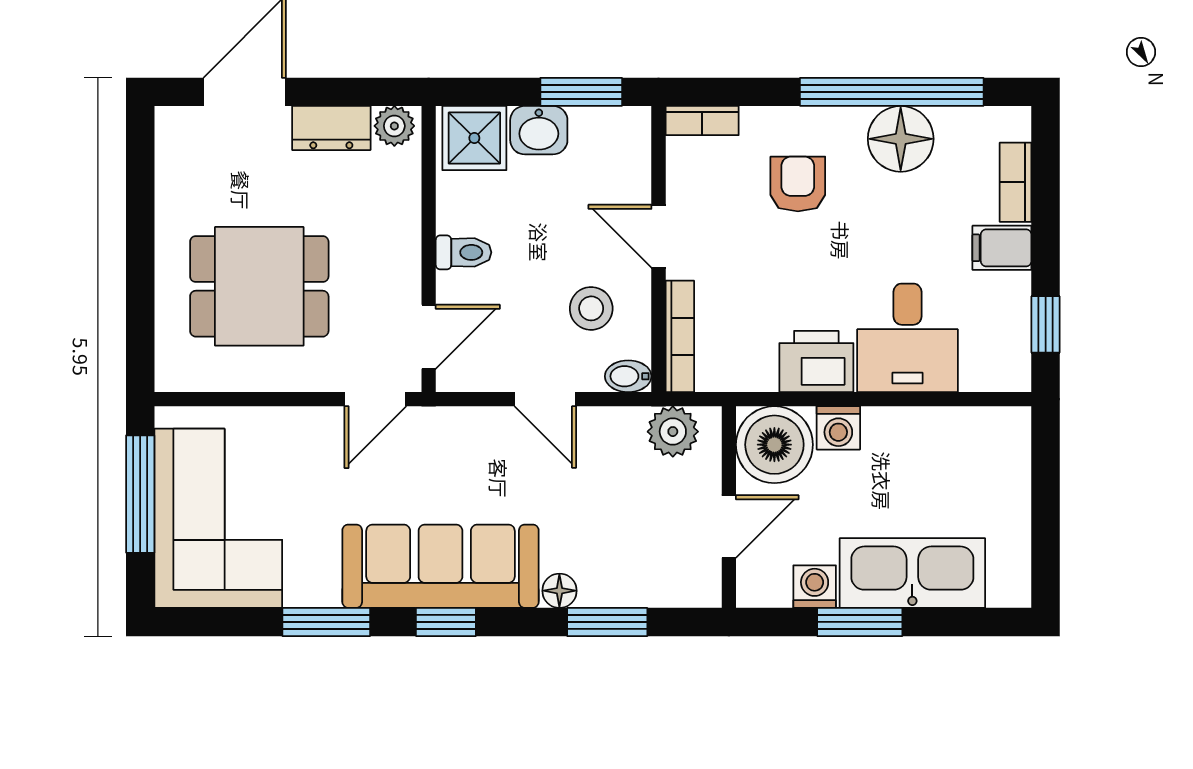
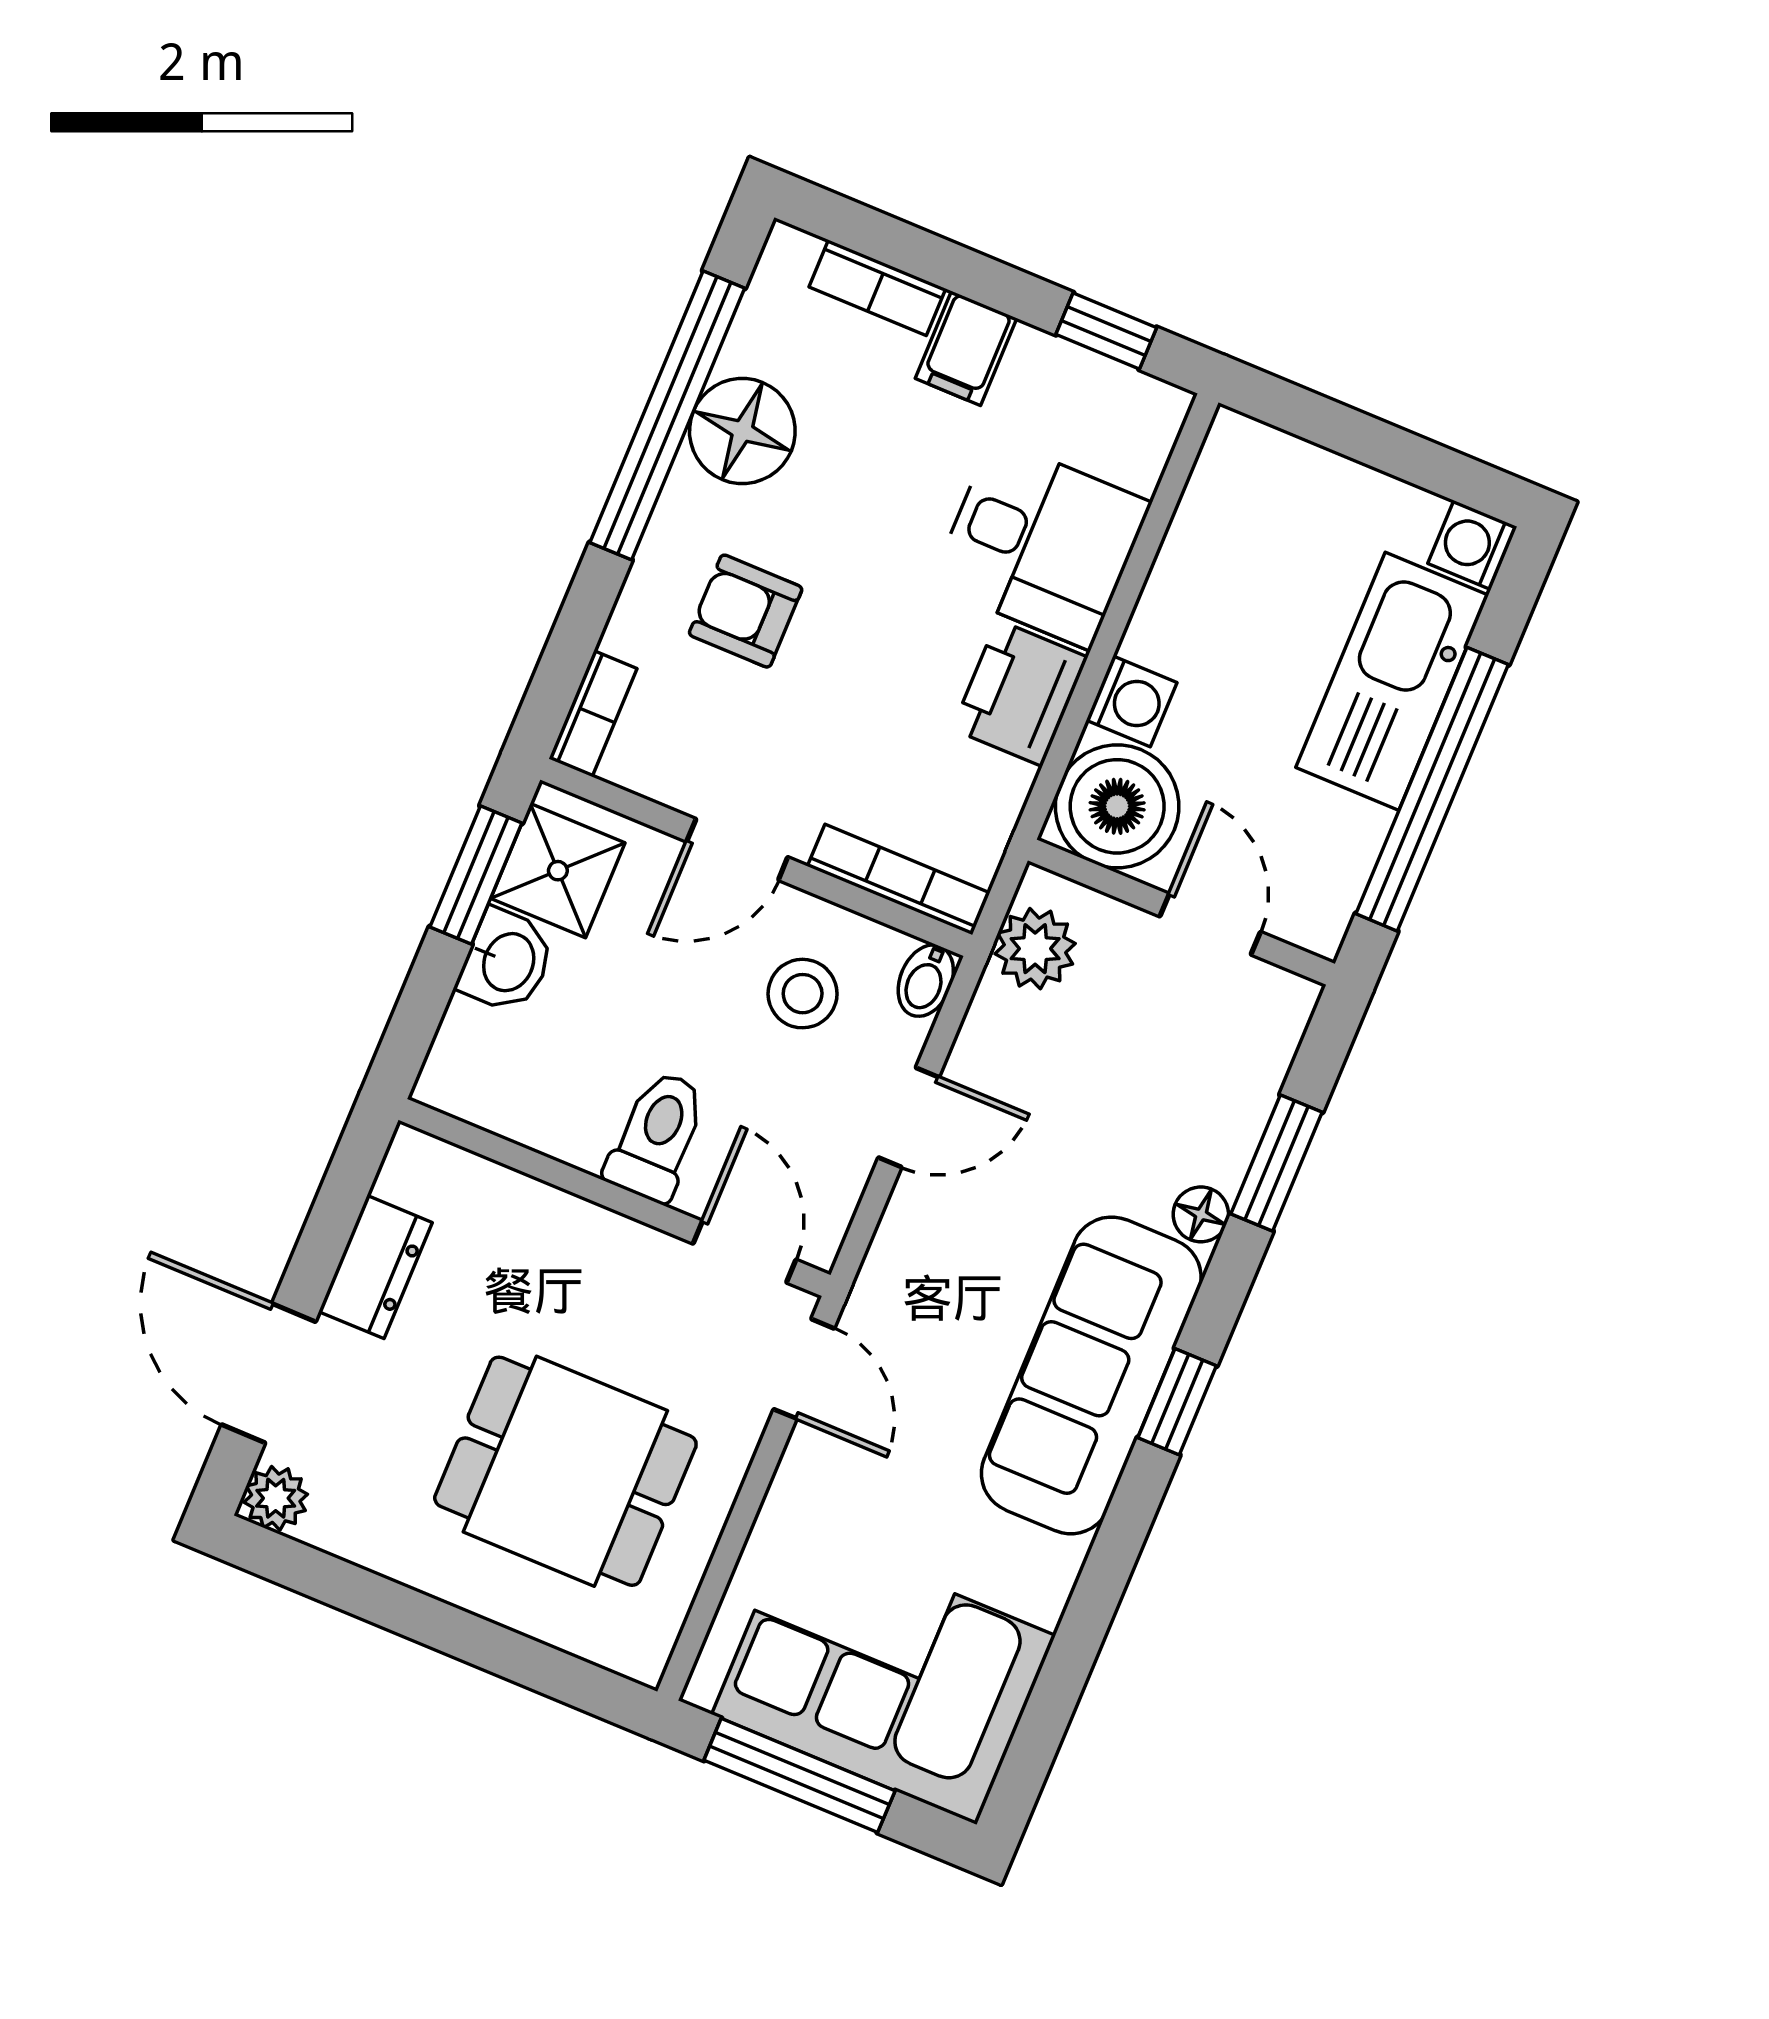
plant: (394, 126) -> (276, 1498), moved
shower: (474, 138) -> (558, 871), moved
toilet: (463, 252) -> (657, 1136), width x1.37, depth x1.39
dining table: (259, 286) -> (565, 1471), turned 90
washing machine: (815, 587) -> (1472, 545), moved
window: (326, 622) -> (1103, 1579), removed
window: (860, 622) -> (1432, 789), width x2.11

